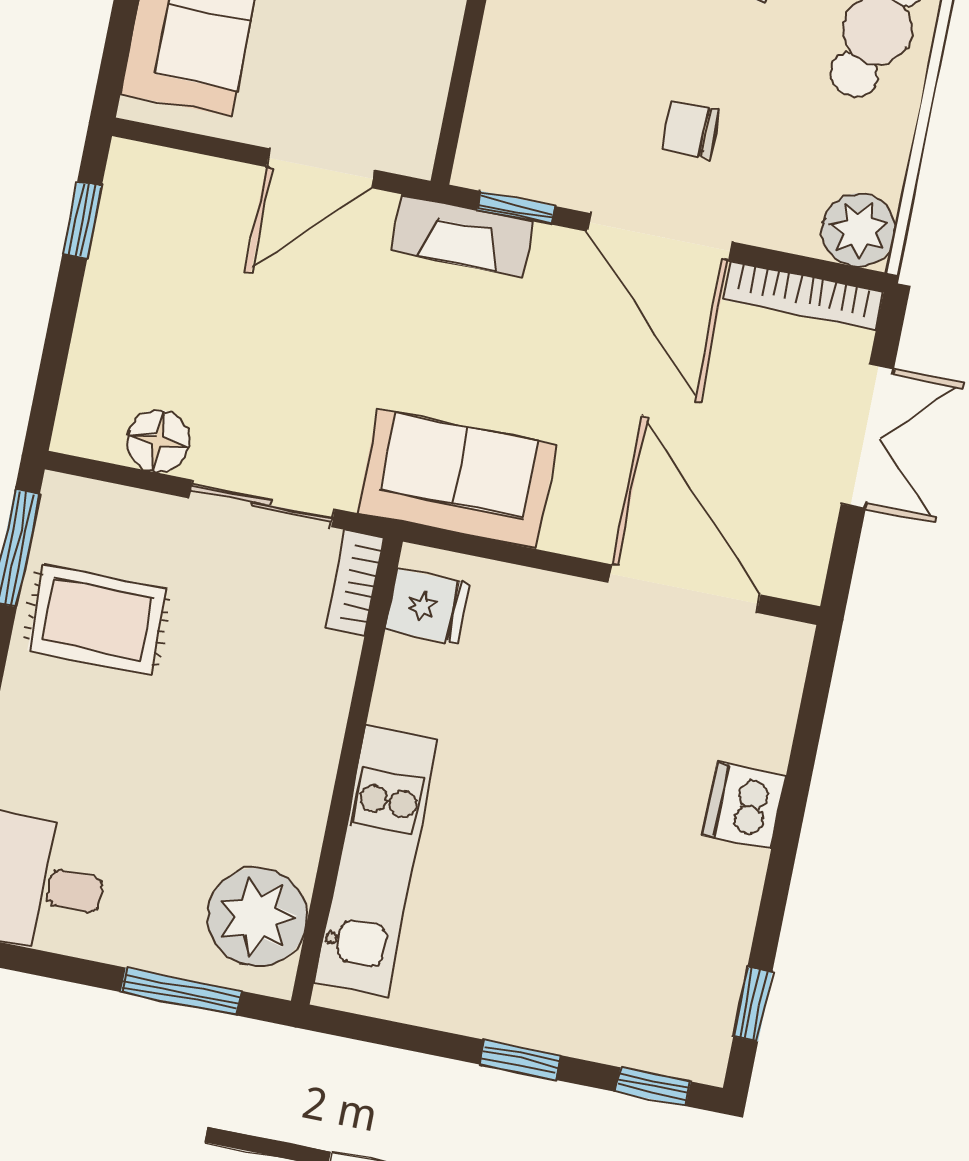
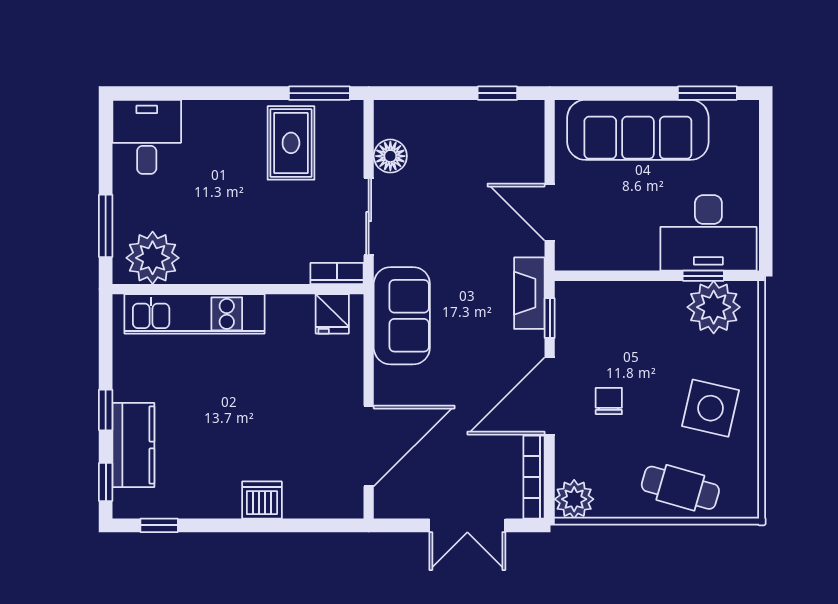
kitchen counter: (595, 1022) -> (133, 445), added

